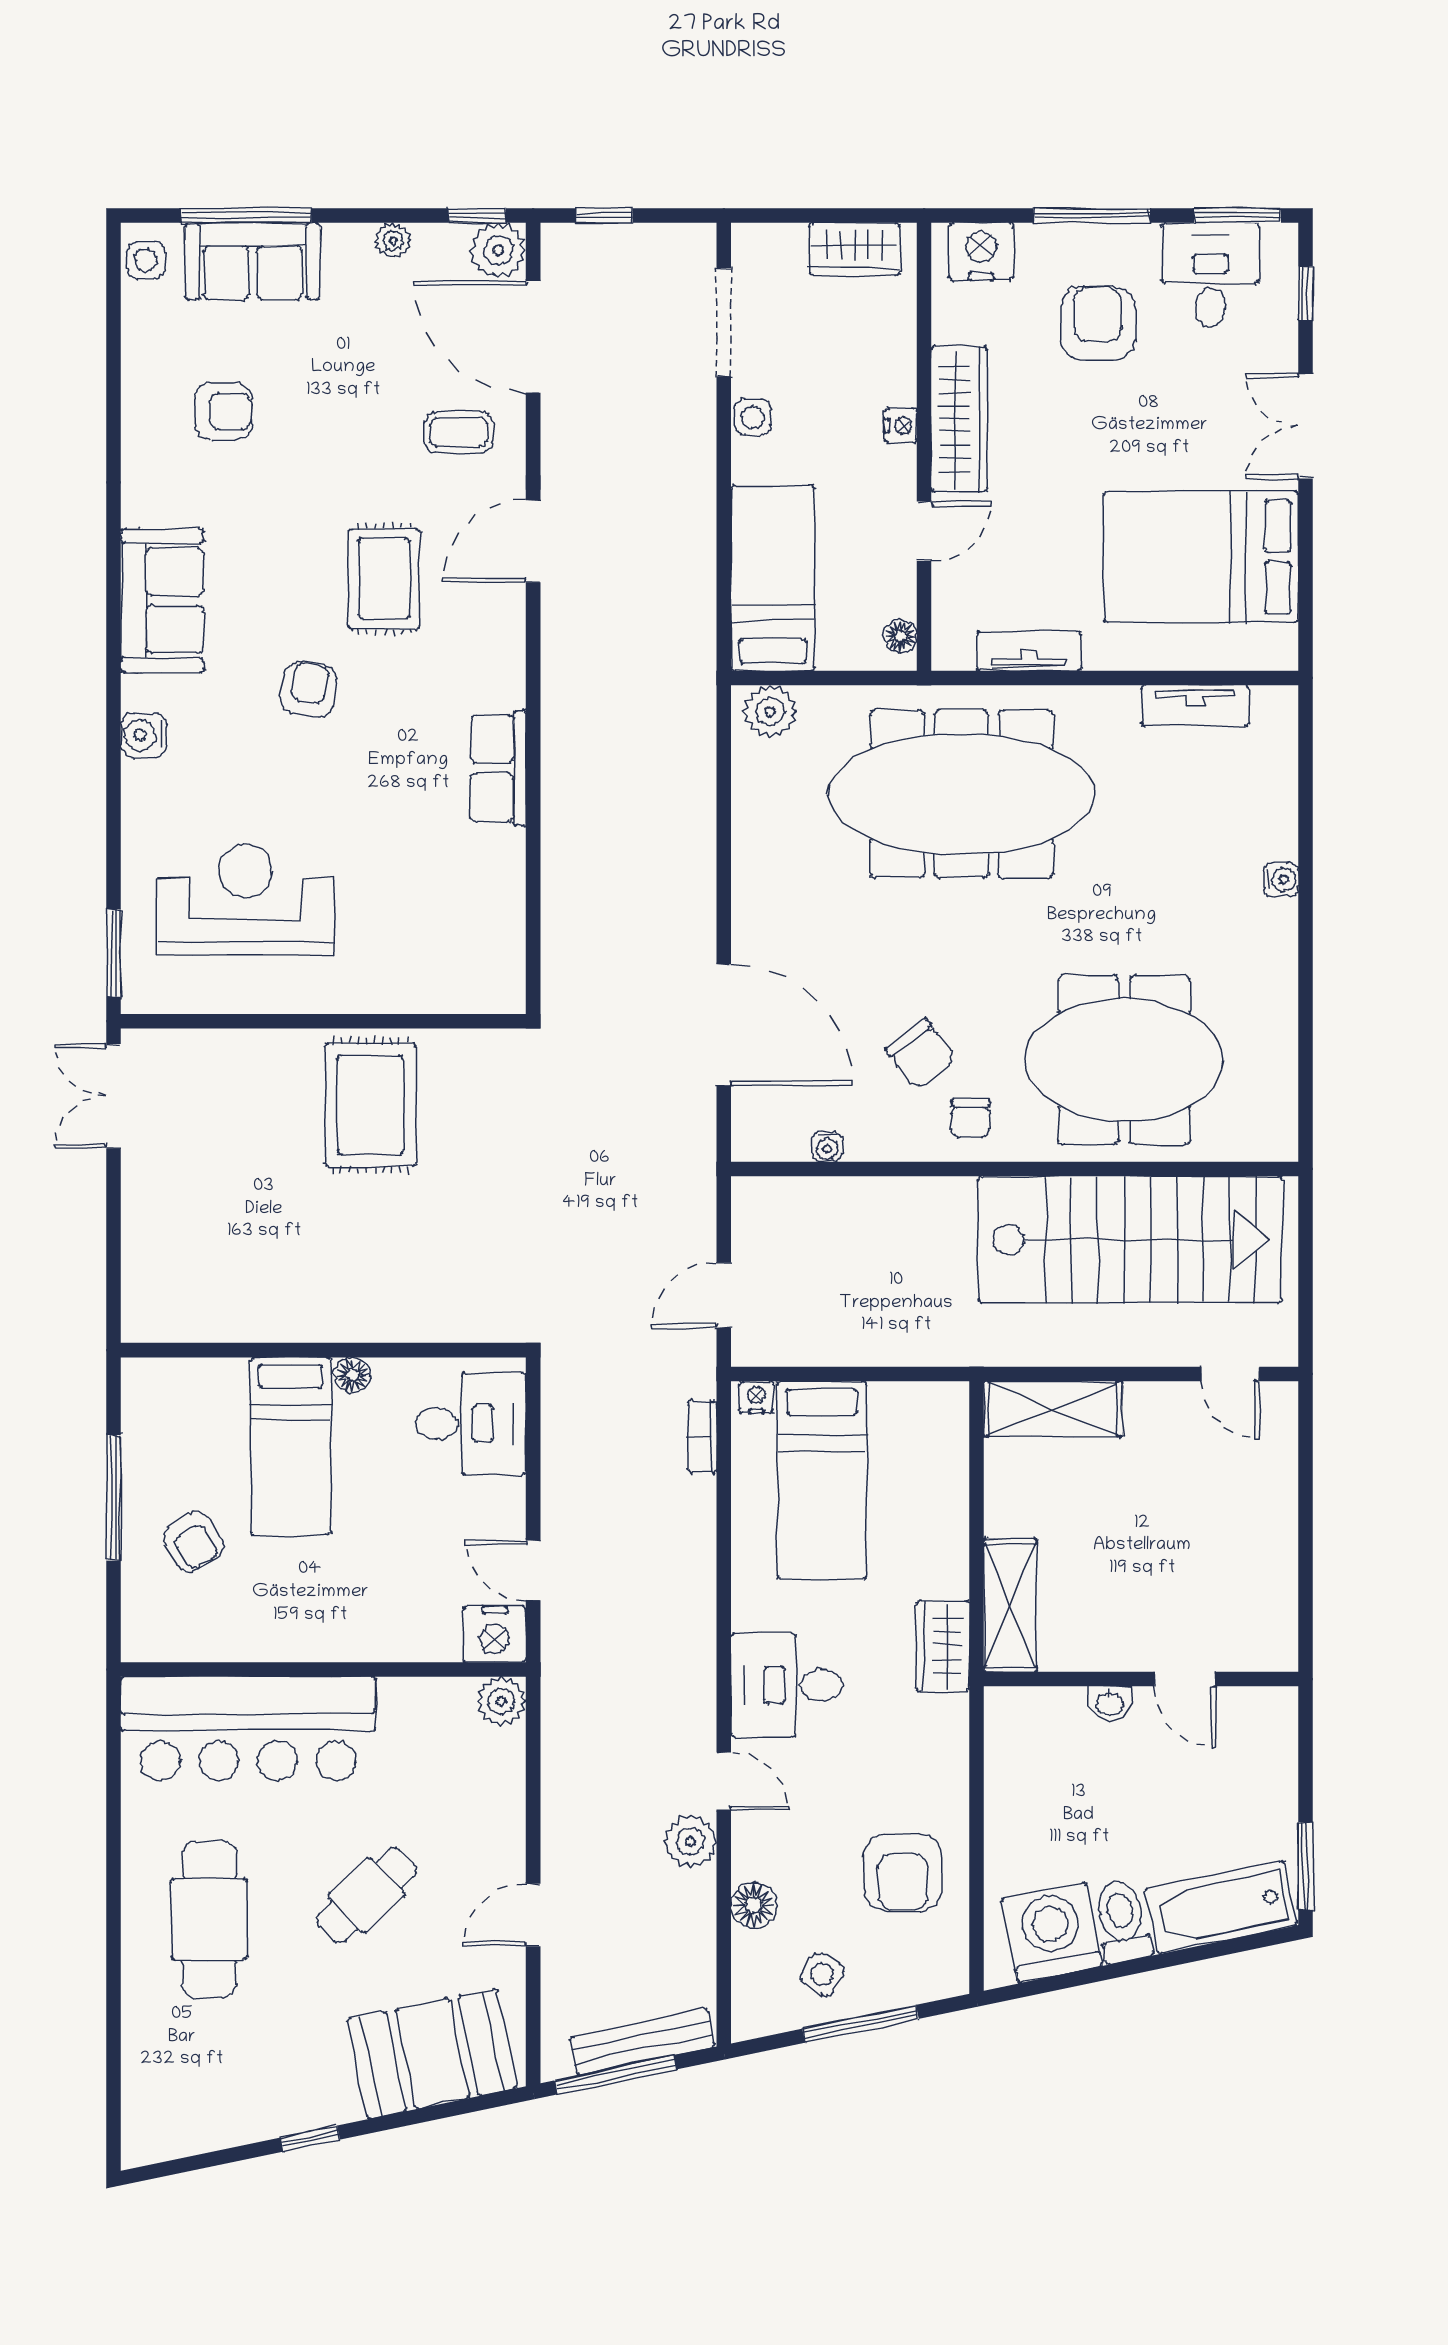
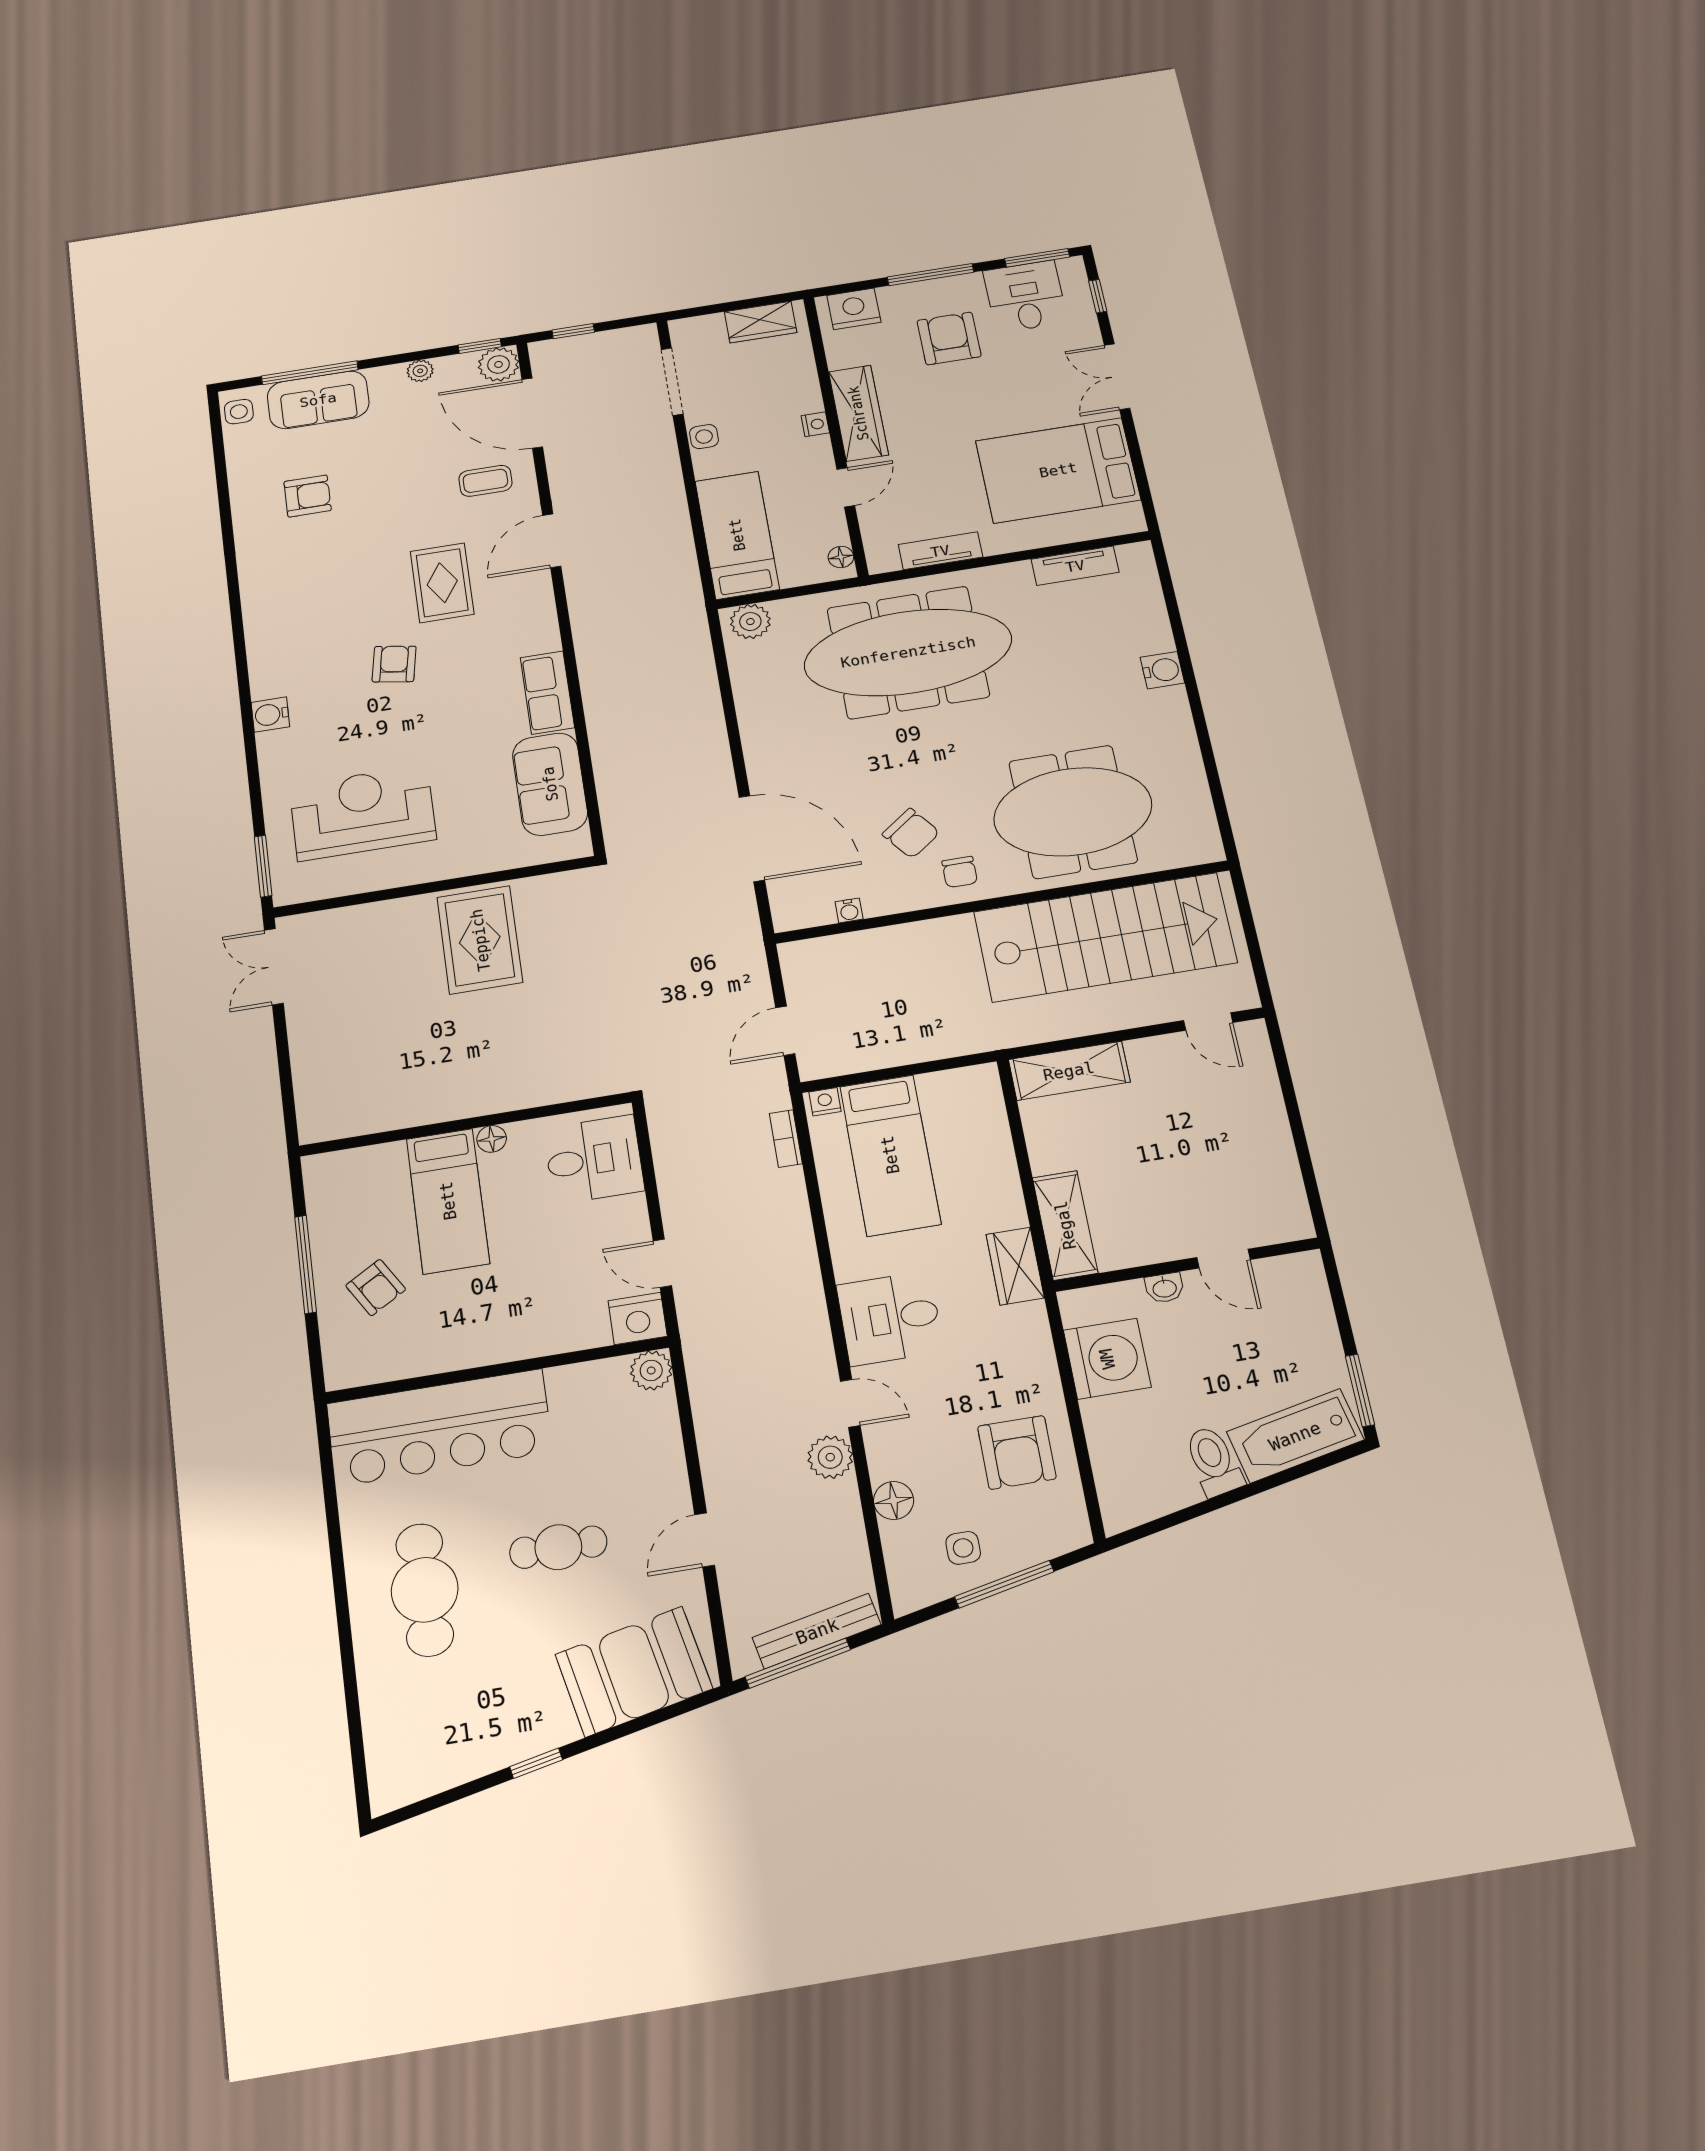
sofa: (162, 601) -> (550, 784), moved, turned 180
water cooler: (1281, 879) -> (1162, 670), width x1.38, depth x1.38
cafe table: (367, 1895) -> (558, 1547), turned 43
washing machine: (1052, 1932) -> (1107, 1359), moved, turned 102
side table: (822, 1974) -> (963, 1548), turned -32

